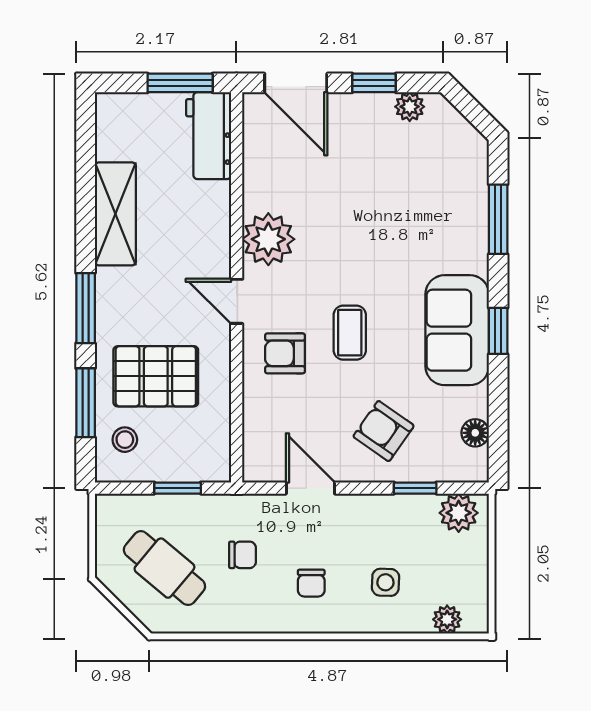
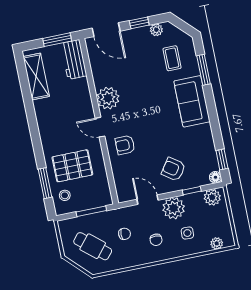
shelving: (115, 214) -> (36, 77), moved
window: (86, 308) -> (37, 143), removed
sofa: (457, 330) -> (192, 101), moved
window: (498, 331) -> (222, 159), moved
coffee table: (350, 333) -> (172, 58), moved
floor lamp: (475, 433) -> (215, 177), moved
window: (178, 488) -> (91, 211), width x1.50
plant: (366, 519) -> (174, 208), added

